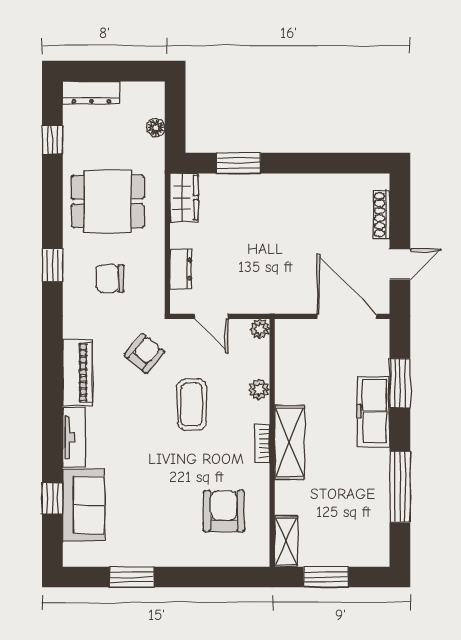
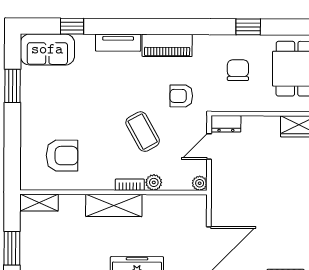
dresser: (181, 269) -> (226, 124), moved
armchair: (144, 353) -> (181, 96), turned 140
coffee table: (192, 404) -> (143, 132), turned 61
bookcase: (262, 444) -> (130, 185), moved
sofa: (83, 505) -> (47, 49), moved
window: (326, 577) -> (12, 248), moved

